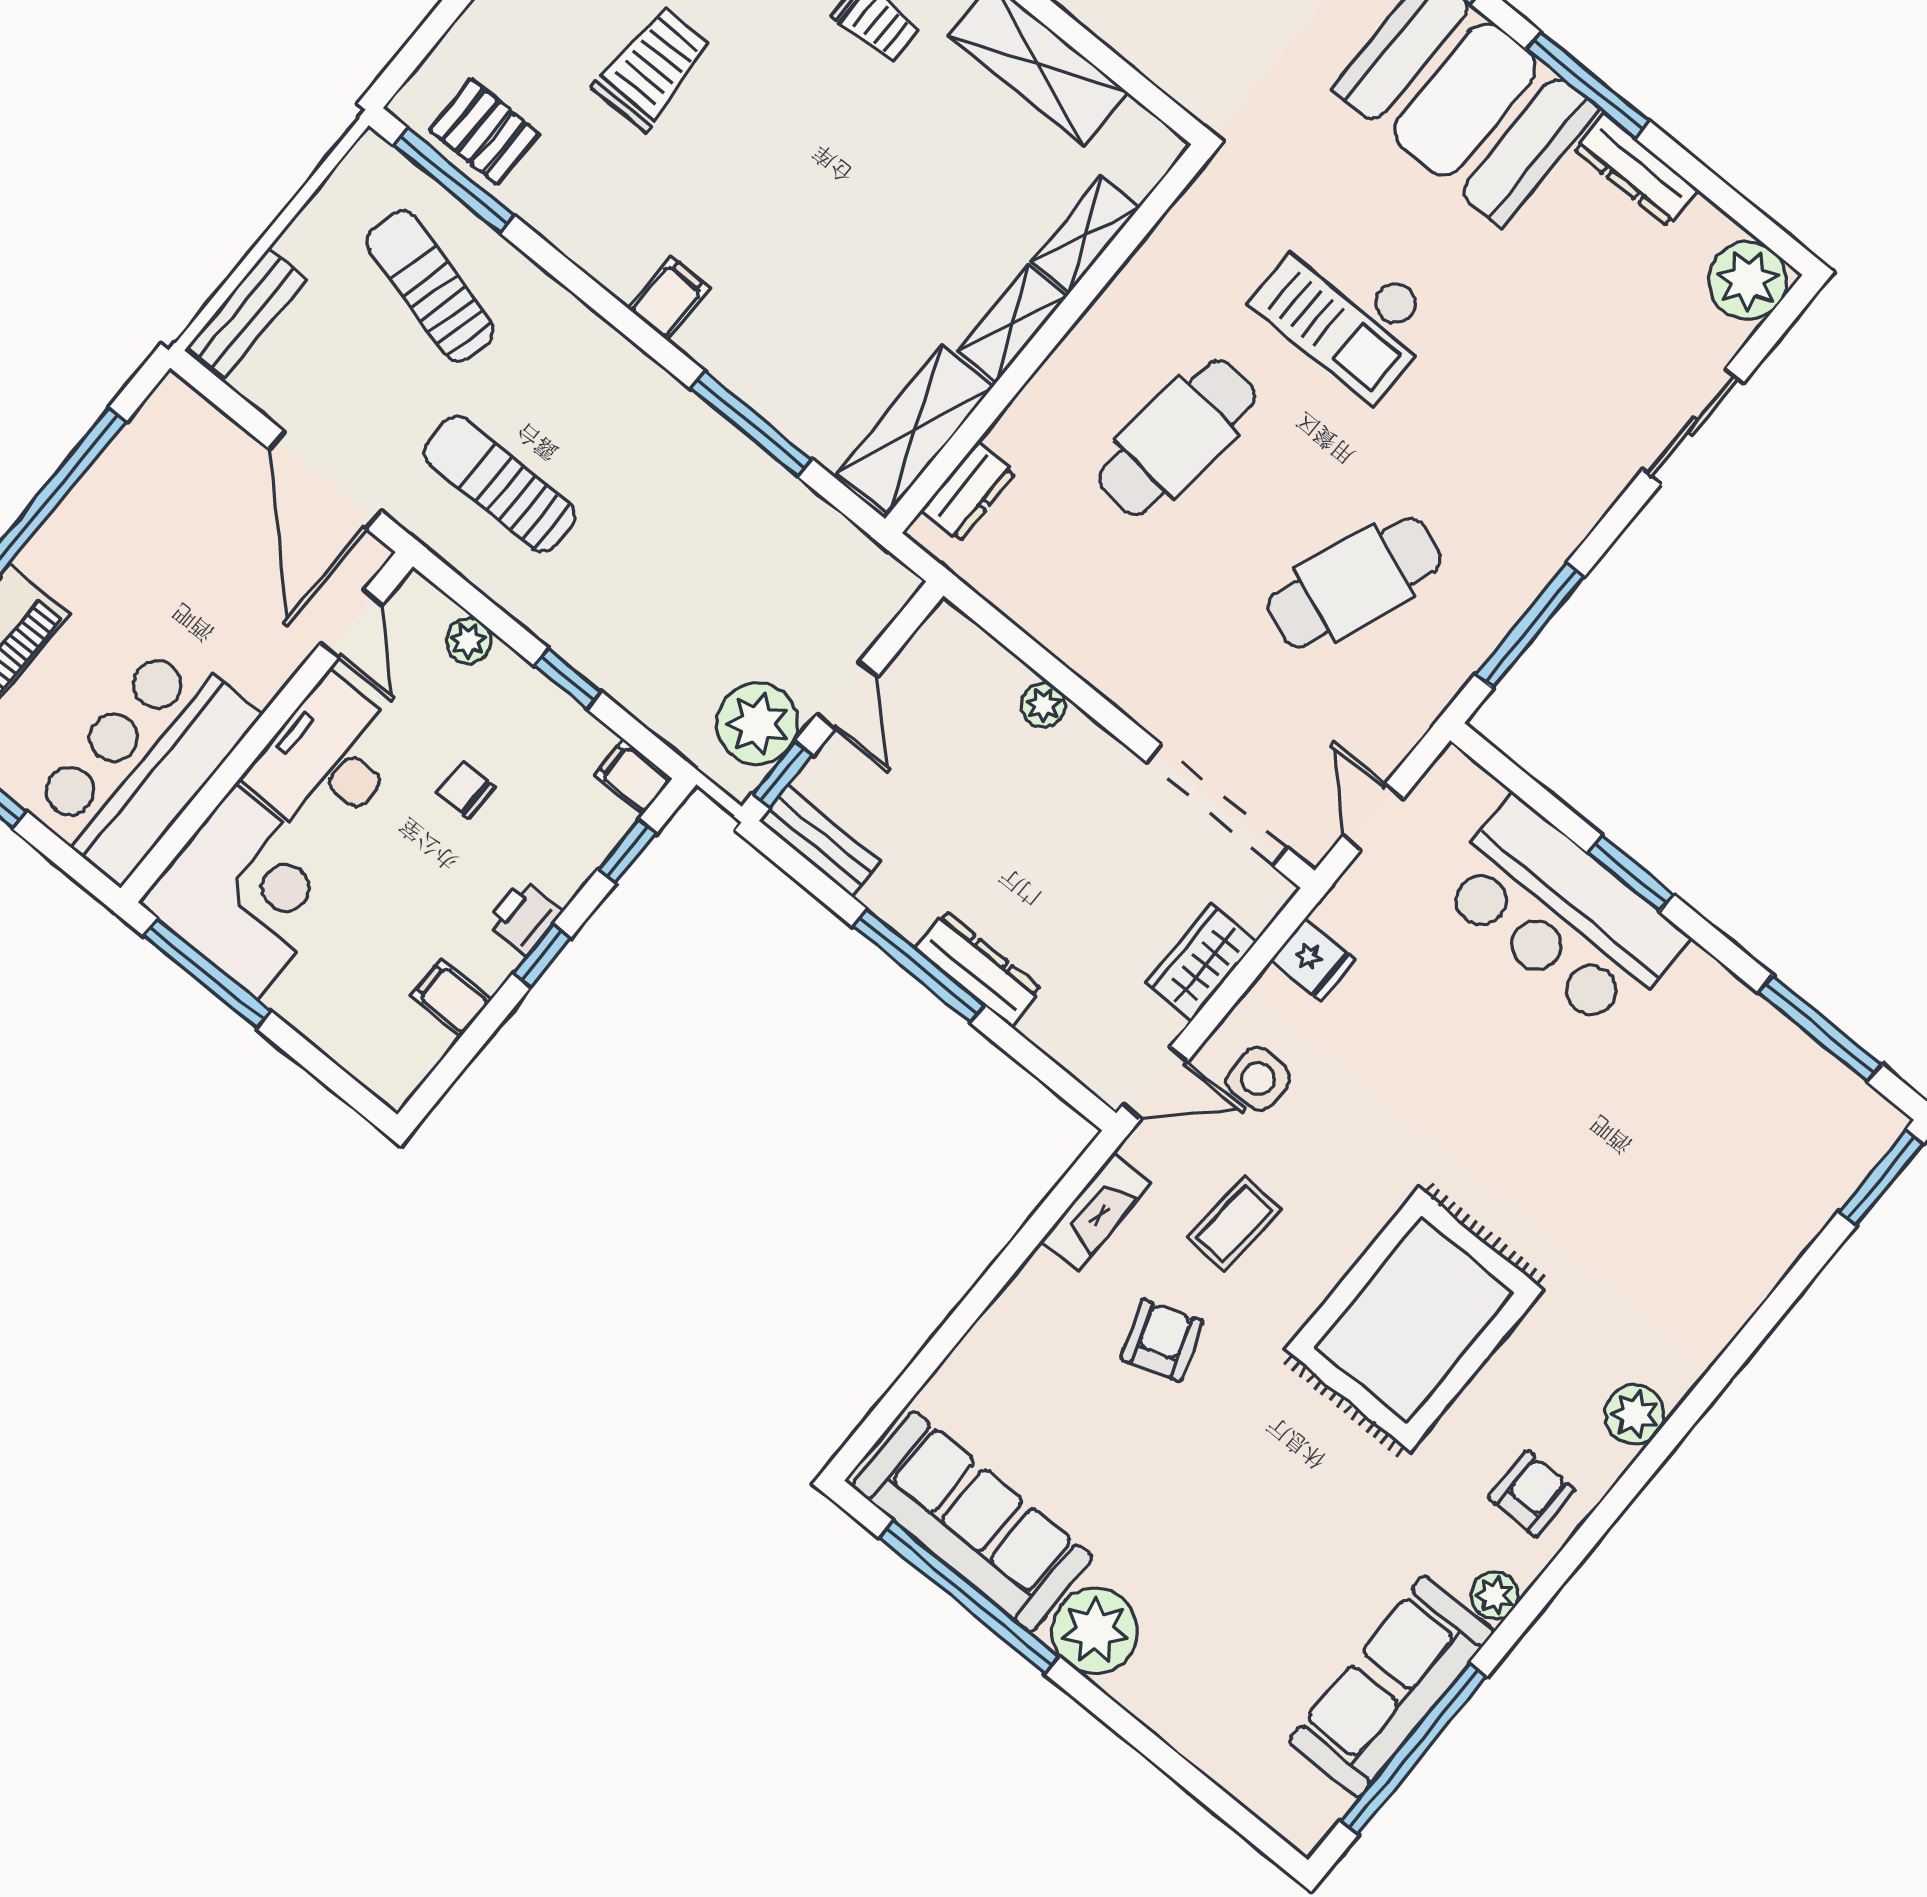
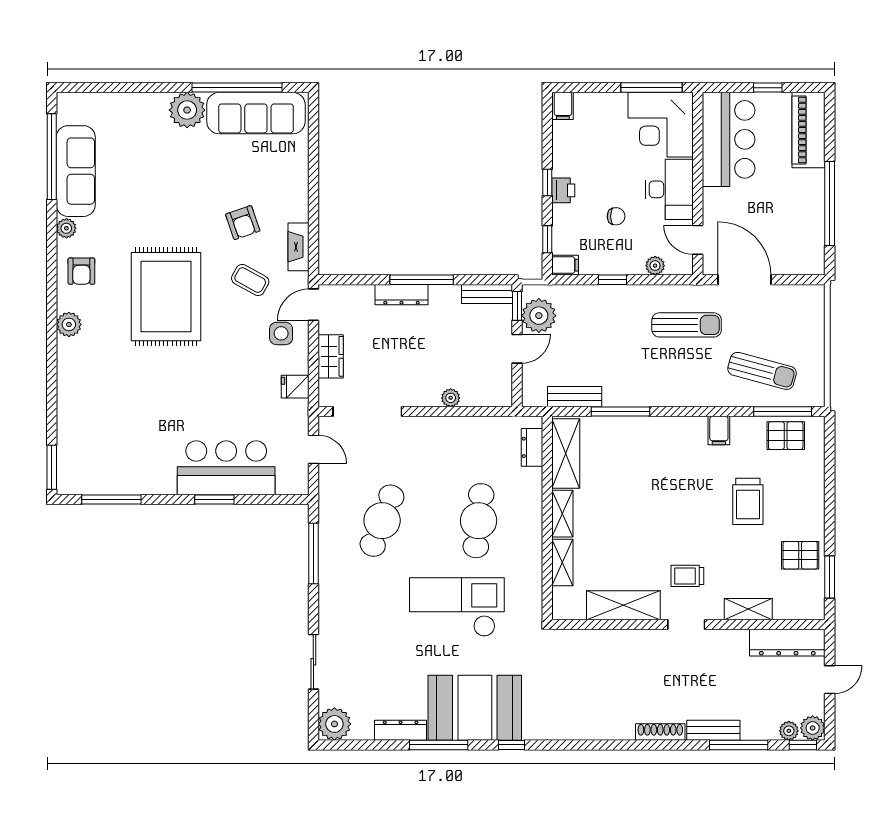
filing cabinet: (669, 298) -> (719, 431), moved
checkout: (1347, 311) -> (457, 607), width x1.36, depth x1.21
bench: (247, 313) -> (575, 397), moved, turned 90
door: (847, 695) -> (517, 349), swing flipped
filing cabinet: (451, 998) -> (563, 106), moved, turned 90
coffee table: (1235, 1223) -> (250, 280), turned -65

